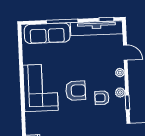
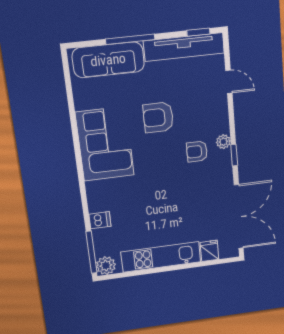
plant: (120, 73) -> (222, 113), removed
armchair: (76, 91) -> (158, 117), moved, turned 180

